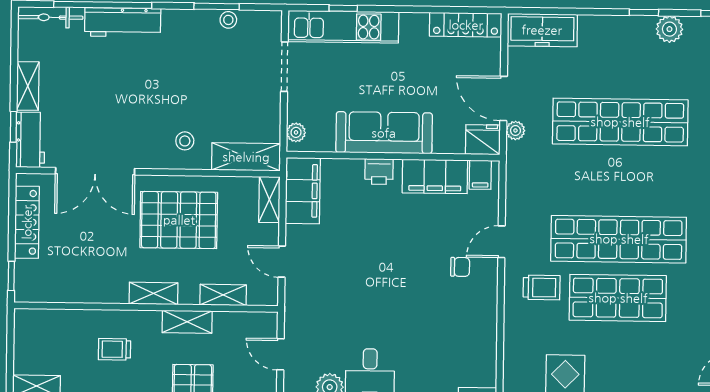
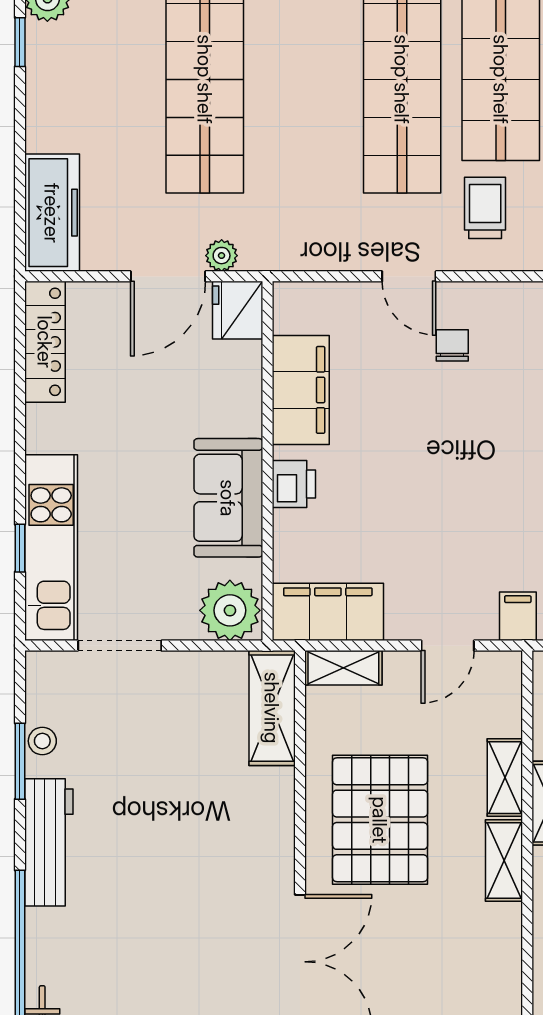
workbench: (123, 22) -> (49, 842), moved
plant: (296, 132) -> (230, 610), width x1.88, depth x1.88
sofa: (384, 133) -> (228, 498), width x0.73
stool: (185, 141) -> (247, 811), removed
filing cabinet: (480, 175) -> (518, 616), moved, turned -90
shelving: (223, 295) -> (505, 778), moved

